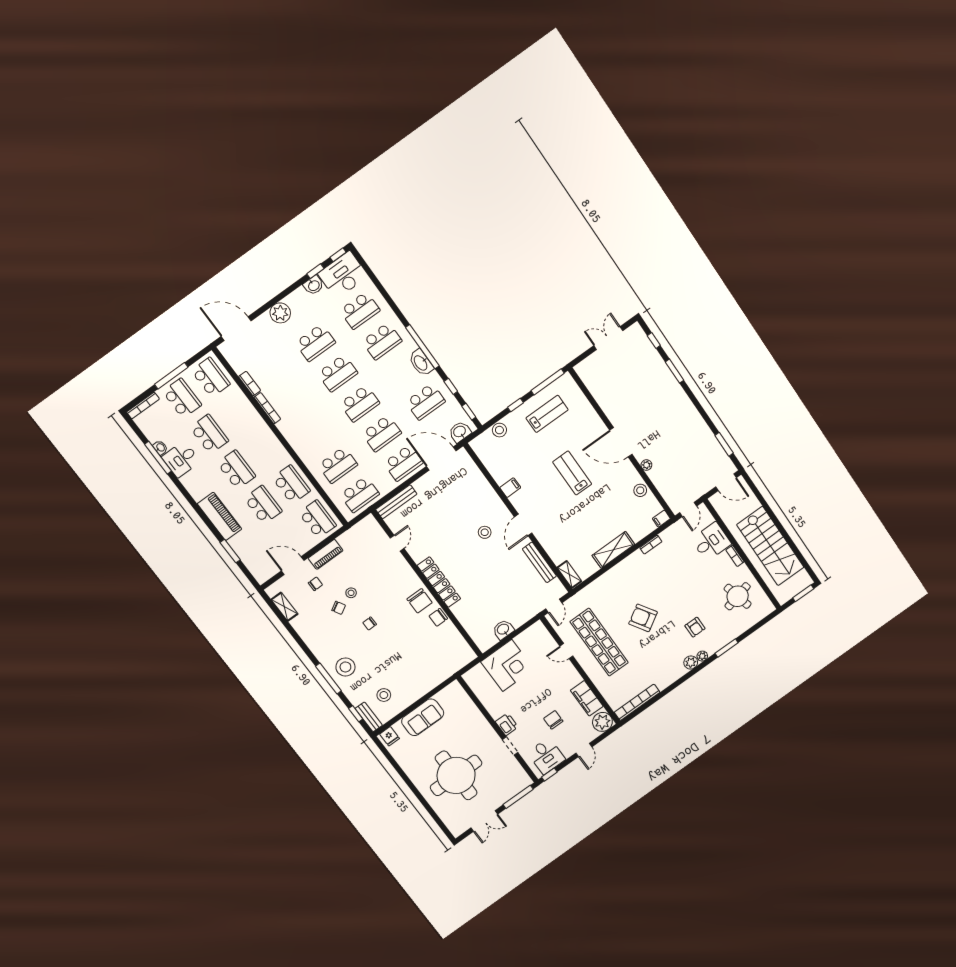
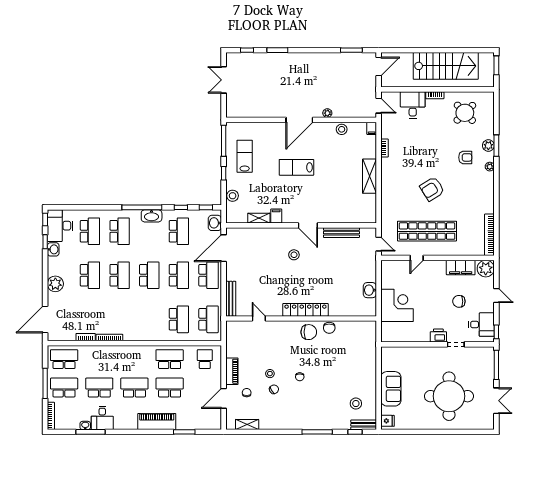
school desk: (317, 519) -> (205, 359), width x0.54
shelving: (569, 574) -> (259, 218), moved
round table: (738, 596) -> (465, 113), turned -30
plant: (691, 662) -> (488, 145), moved
stool: (345, 667) -> (318, 415), removed

